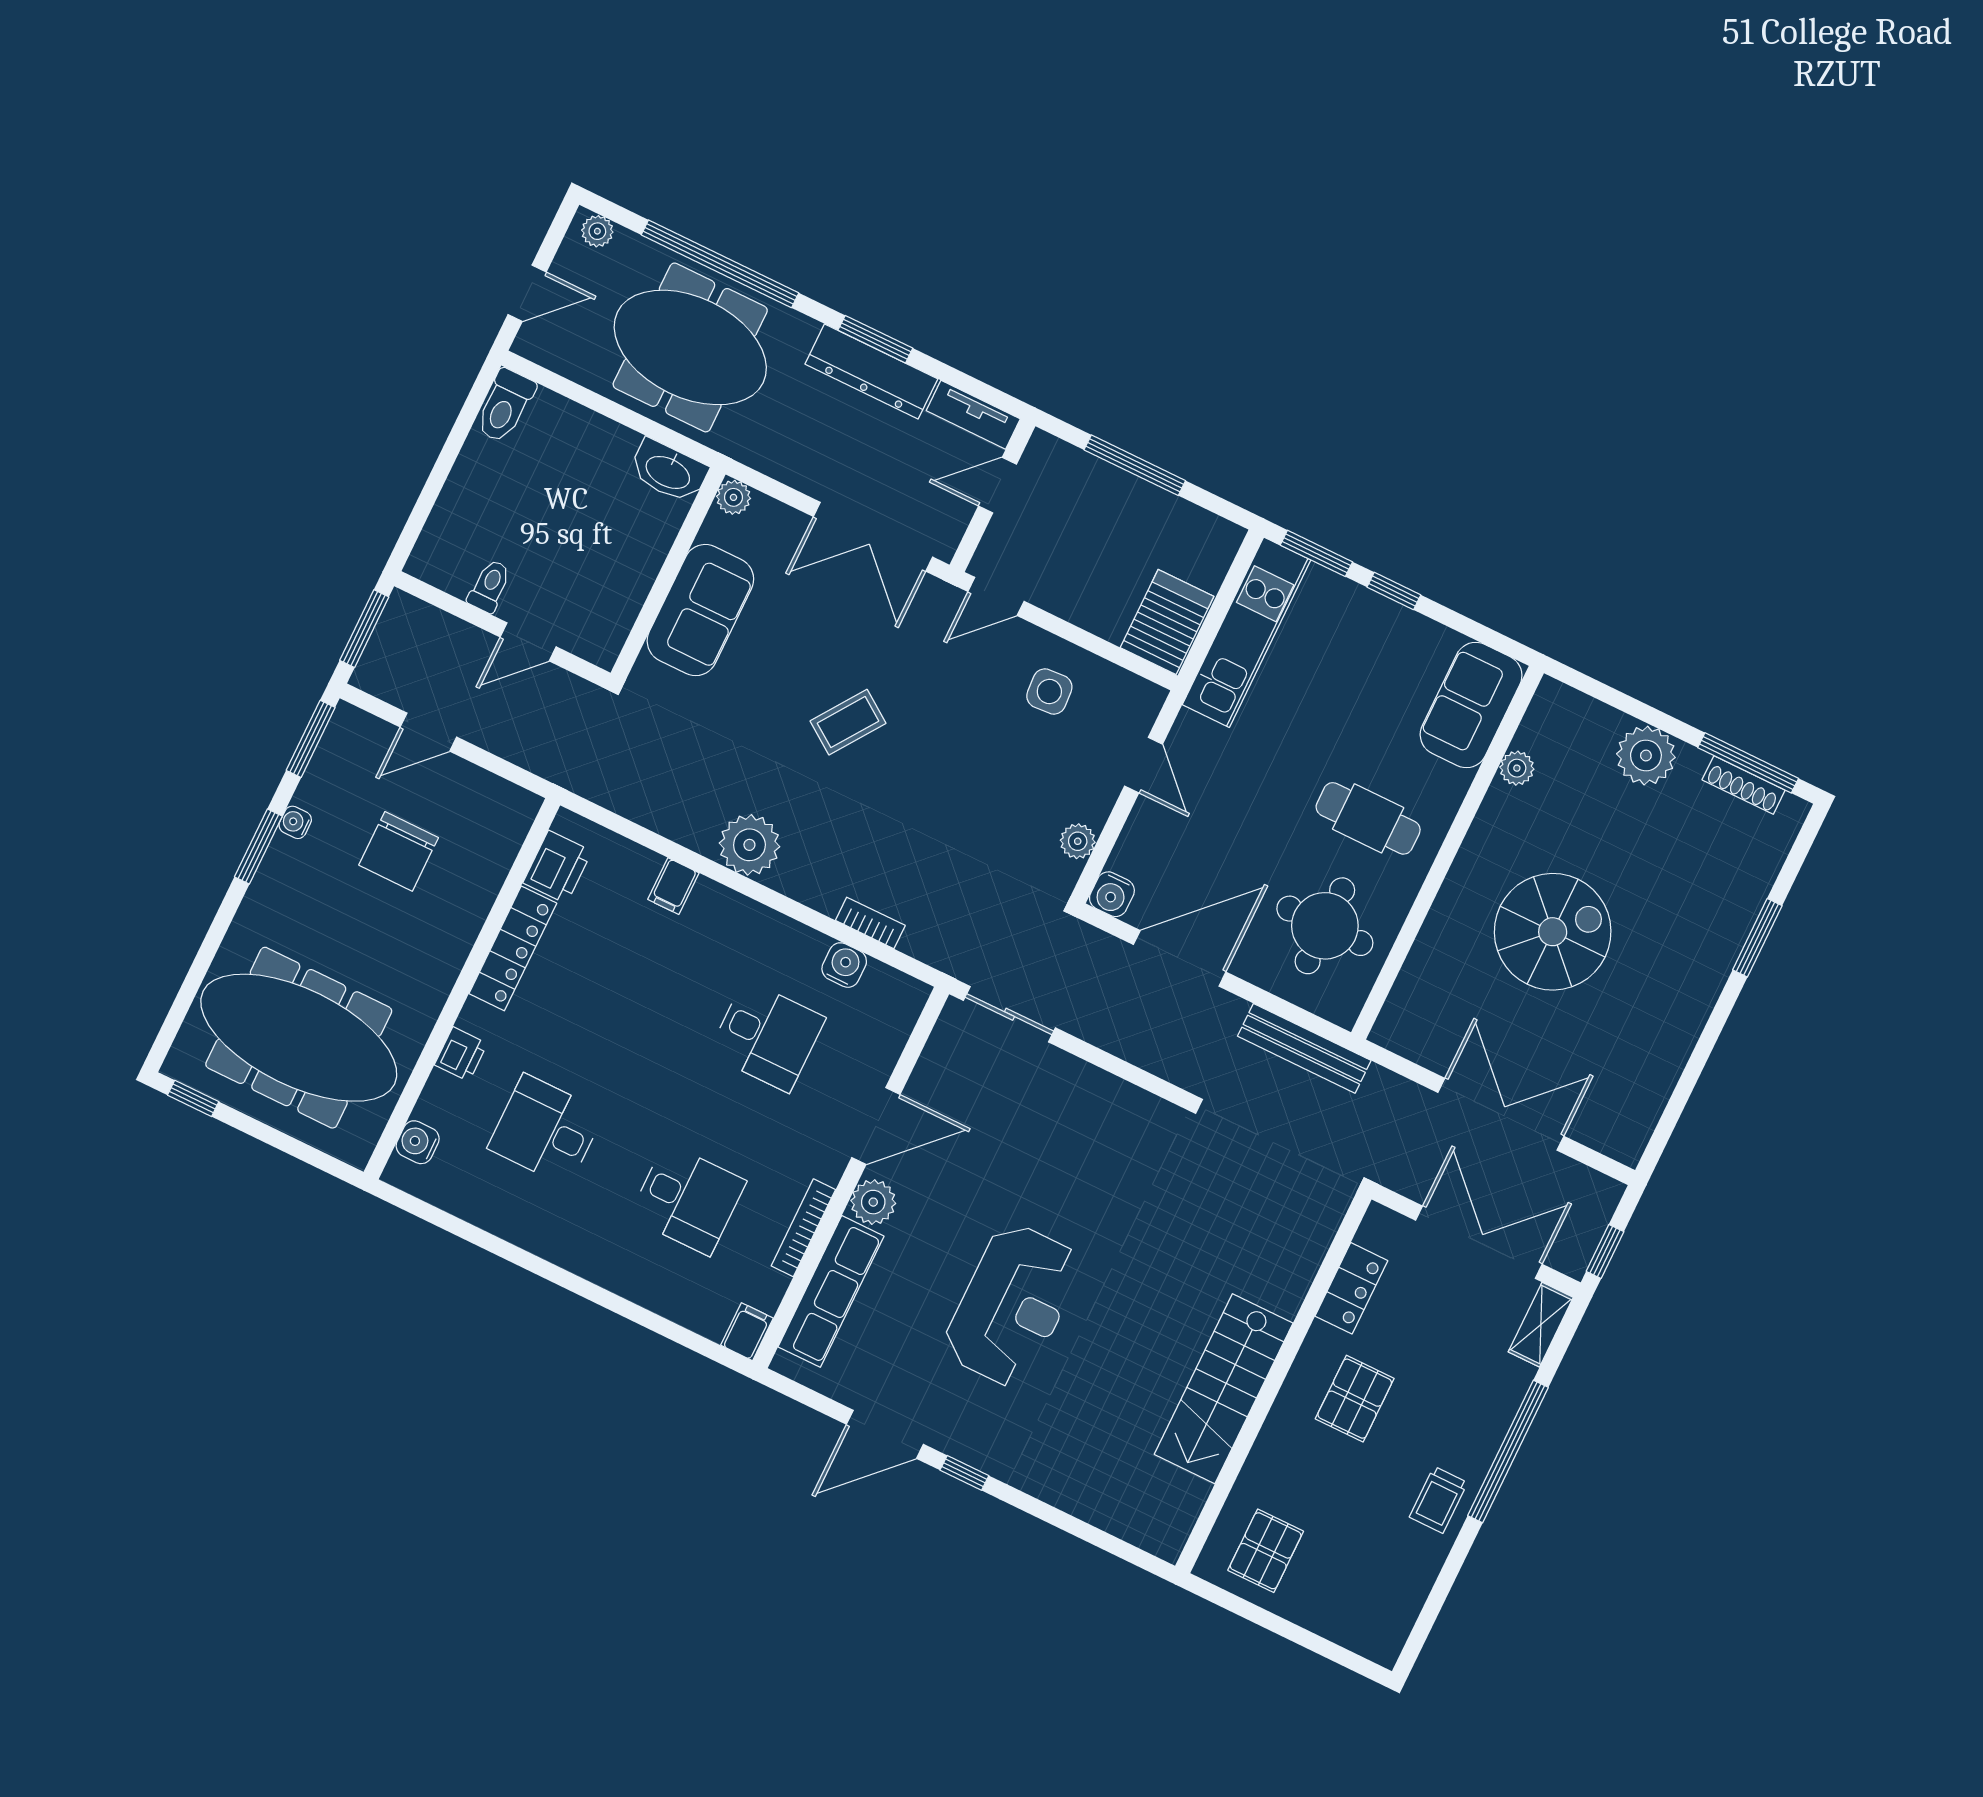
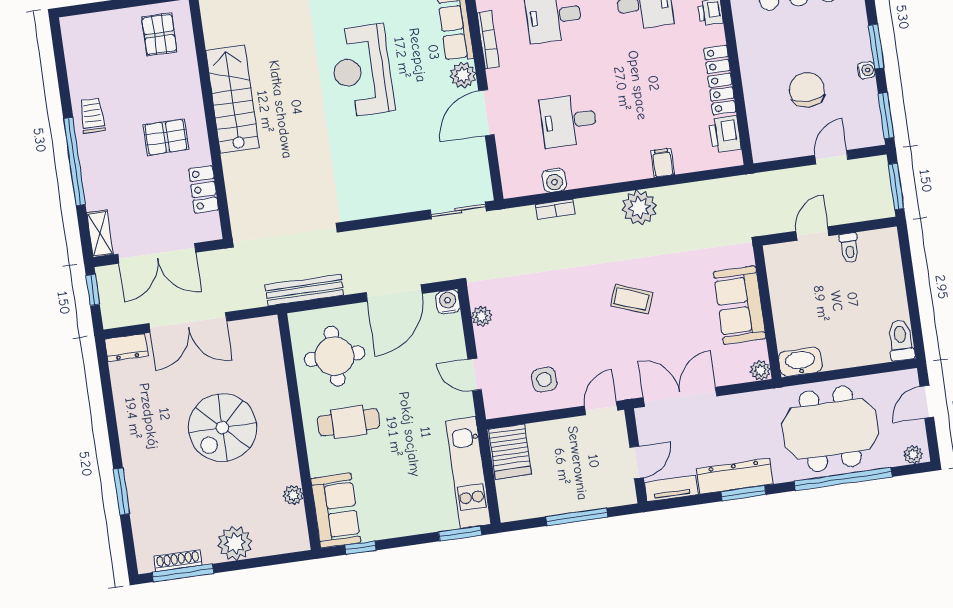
window: (1394, 591) -> (360, 548), moved
coffee table: (848, 722) -> (632, 299), turned 76
dresser: (1612, 1137) -> (126, 348), added
pallet: (1355, 1399) -> (166, 137), turned 90

